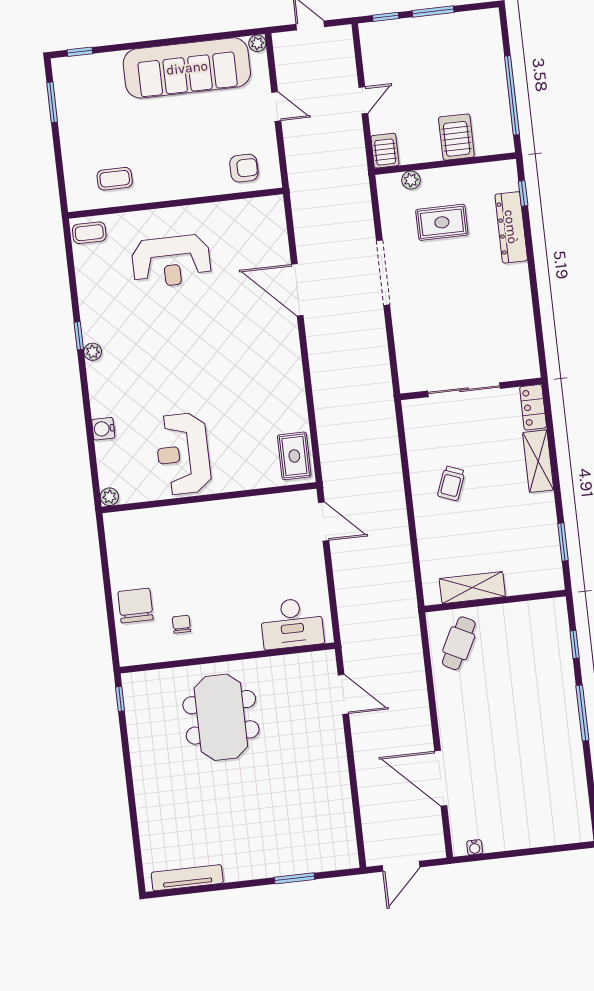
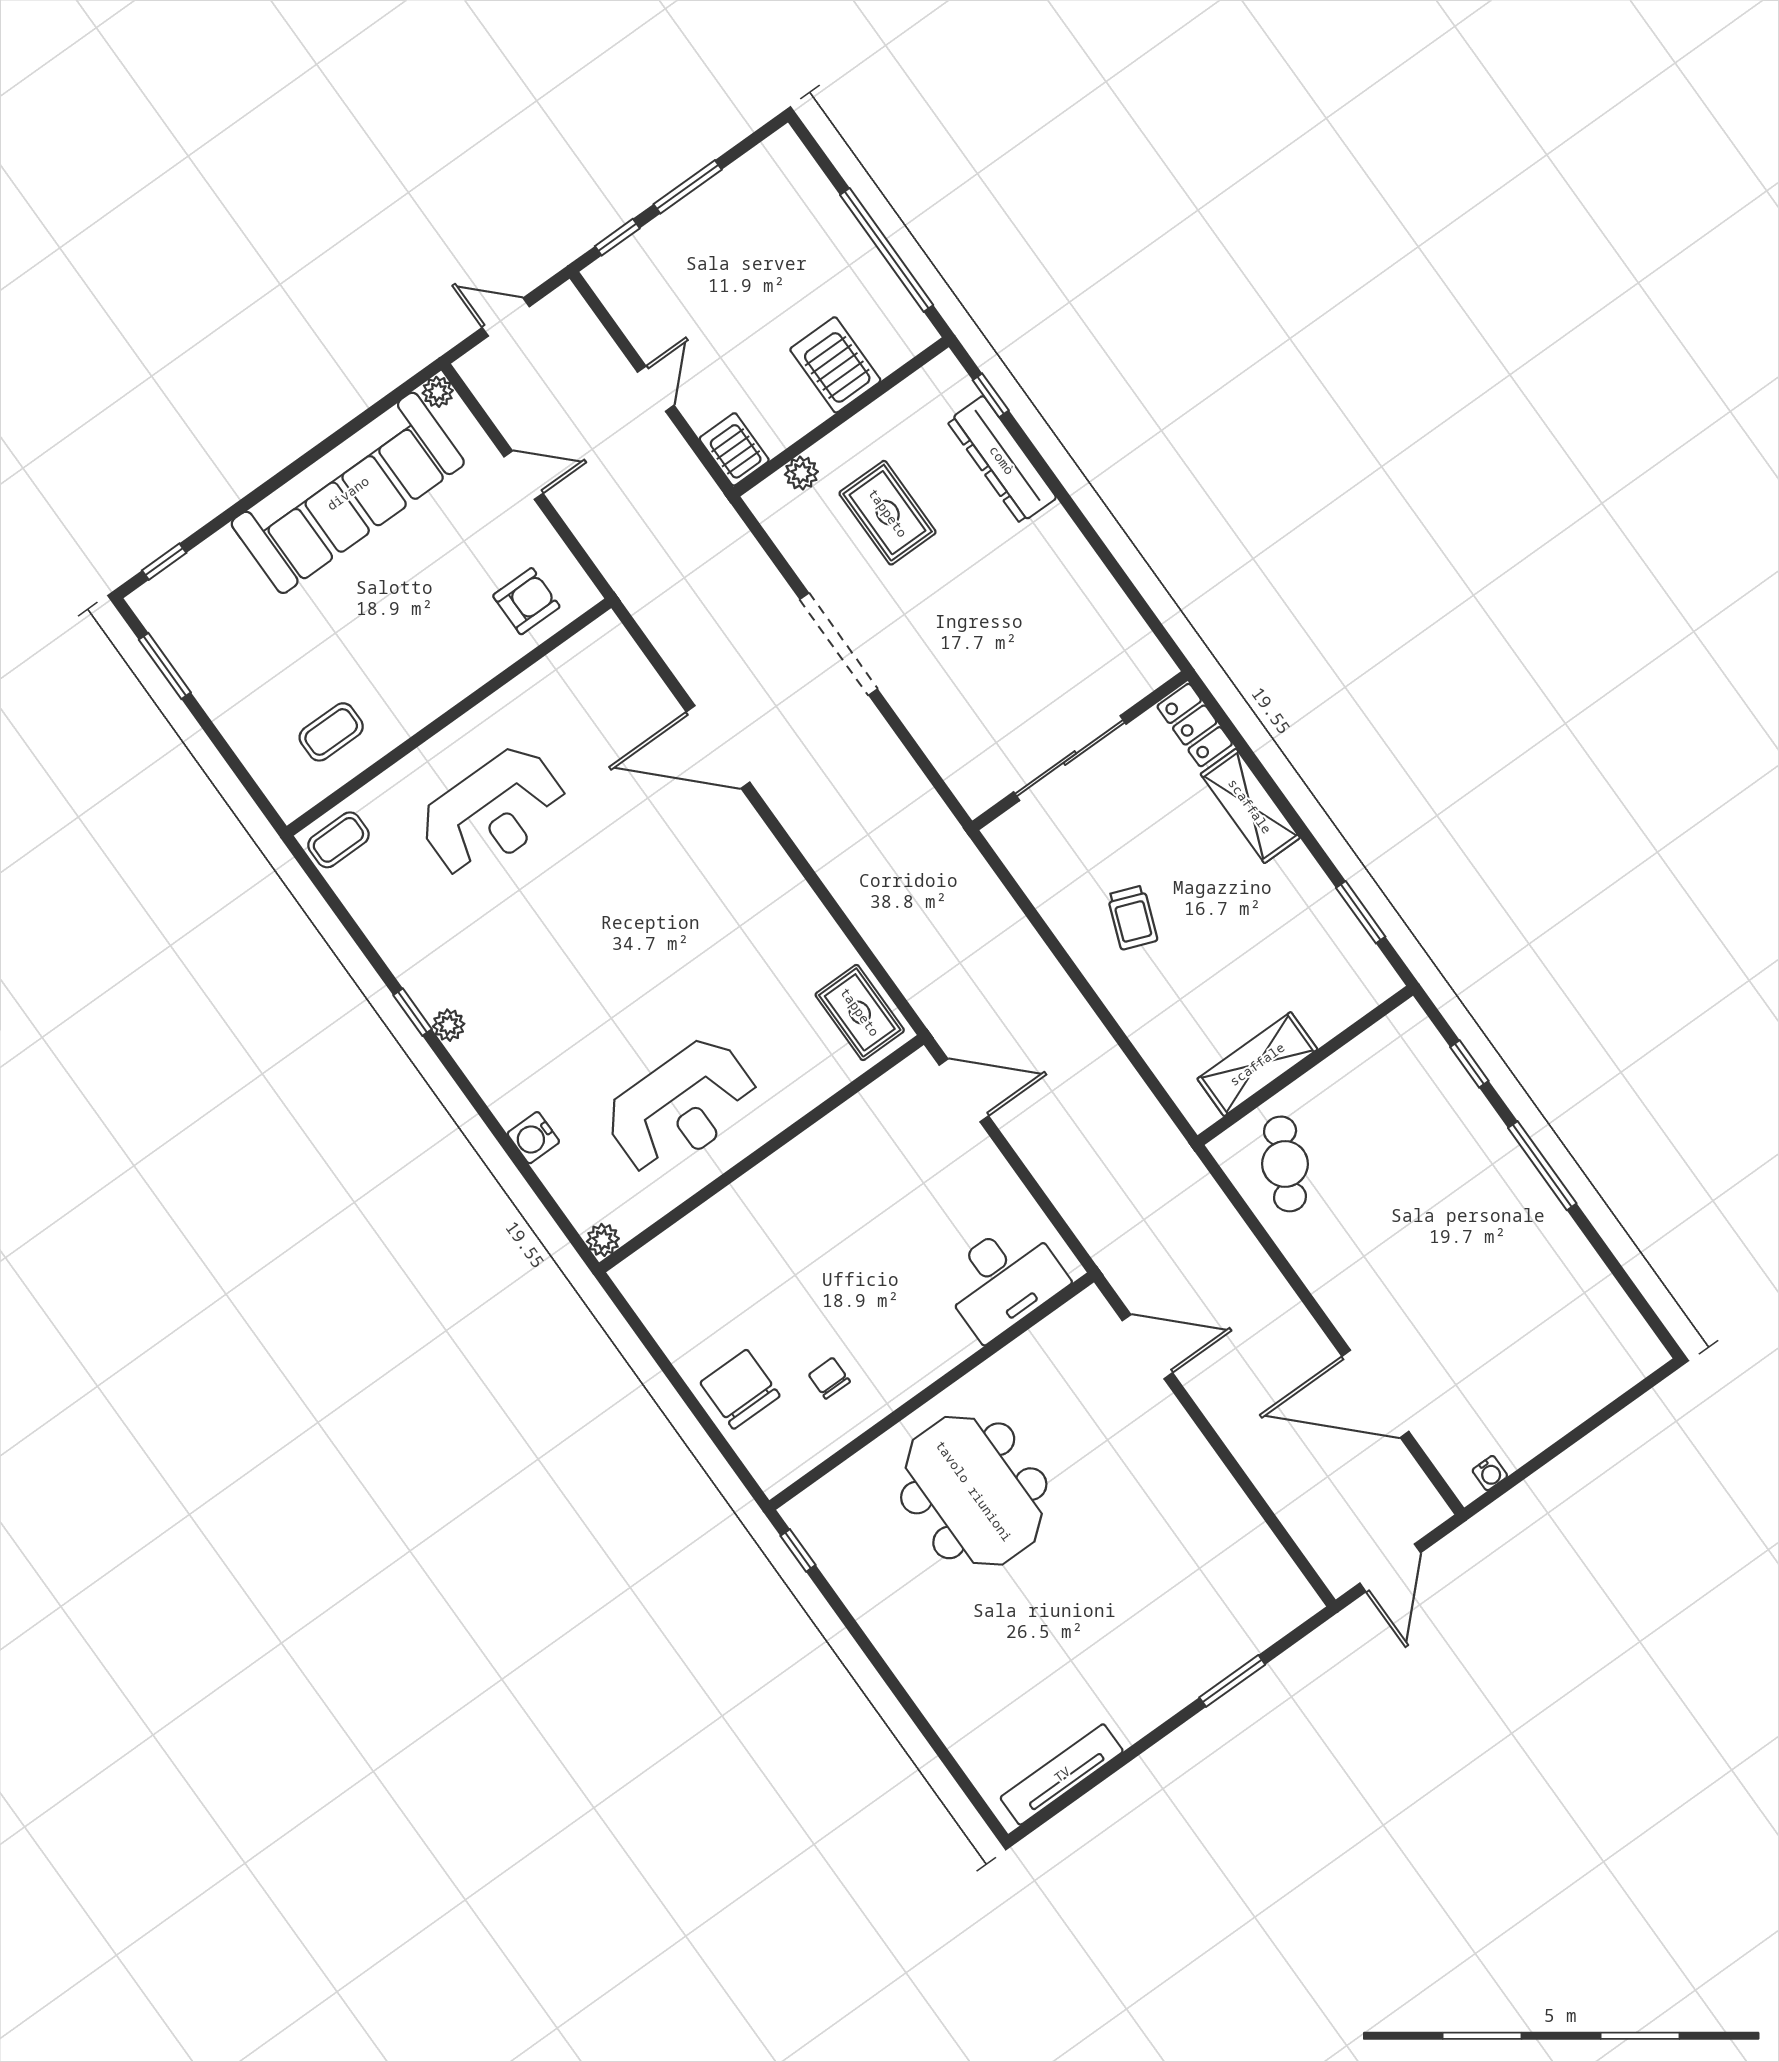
rug: (442, 222) -> (888, 513), turned 90
reception desk: (183, 454) -> (682, 1107), turned -90

